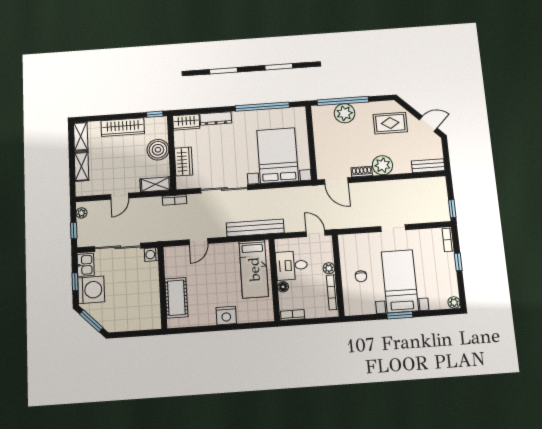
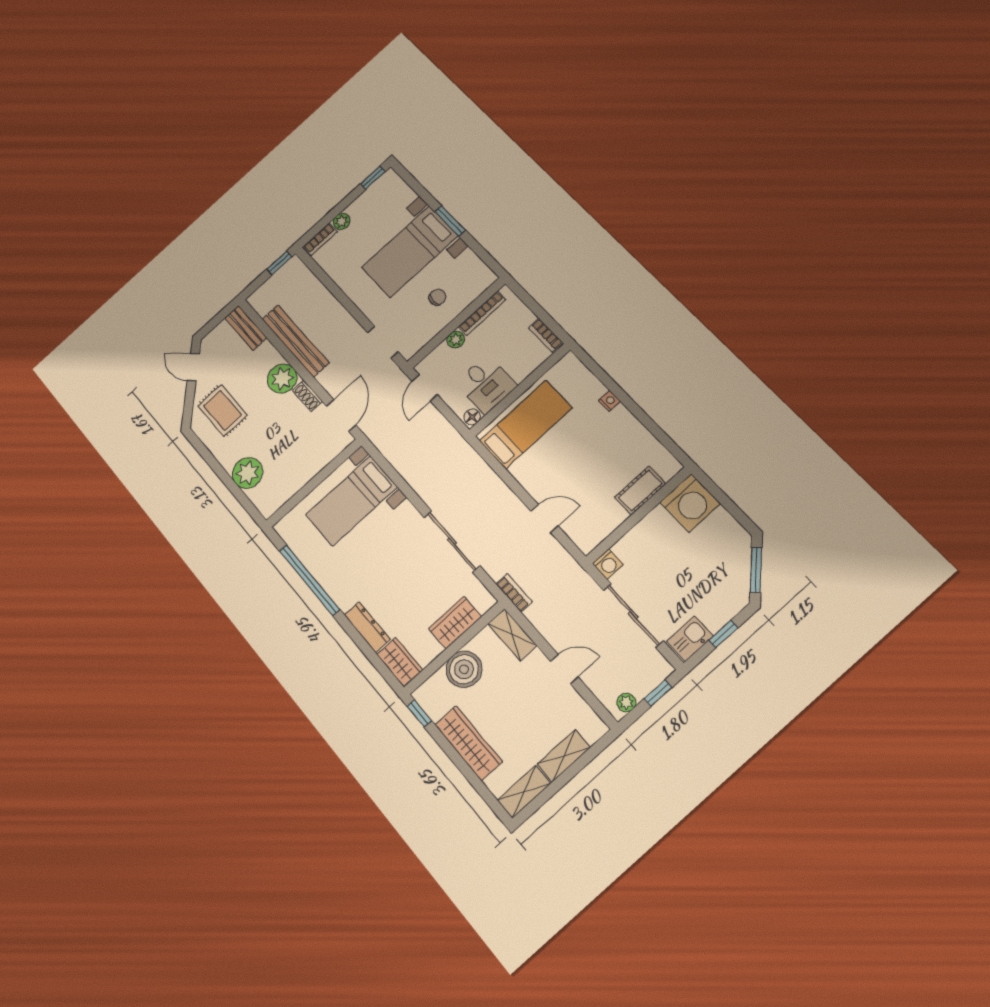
window: (343, 101) -> (233, 487), removed
bed with nightstands: (278, 155) -> (351, 501), width x0.73
bench: (255, 228) -> (295, 341), moved
doorway: (393, 228) -> (383, 342), moved
window: (458, 262) -> (373, 178), moved
floor lamp: (283, 287) -> (472, 417), moved
washing machine: (91, 290) -> (690, 503), moved, turned 180
cot: (176, 298) -> (640, 491), width x0.73, depth x0.75
plant: (454, 303) -> (342, 221), moved
nightstand: (226, 316) -> (609, 401), width x0.53, depth x0.56

